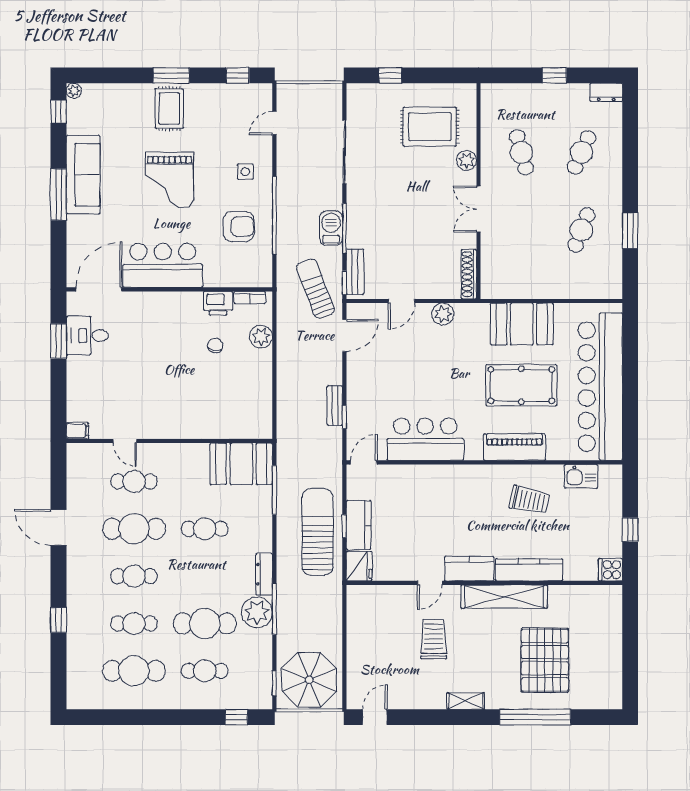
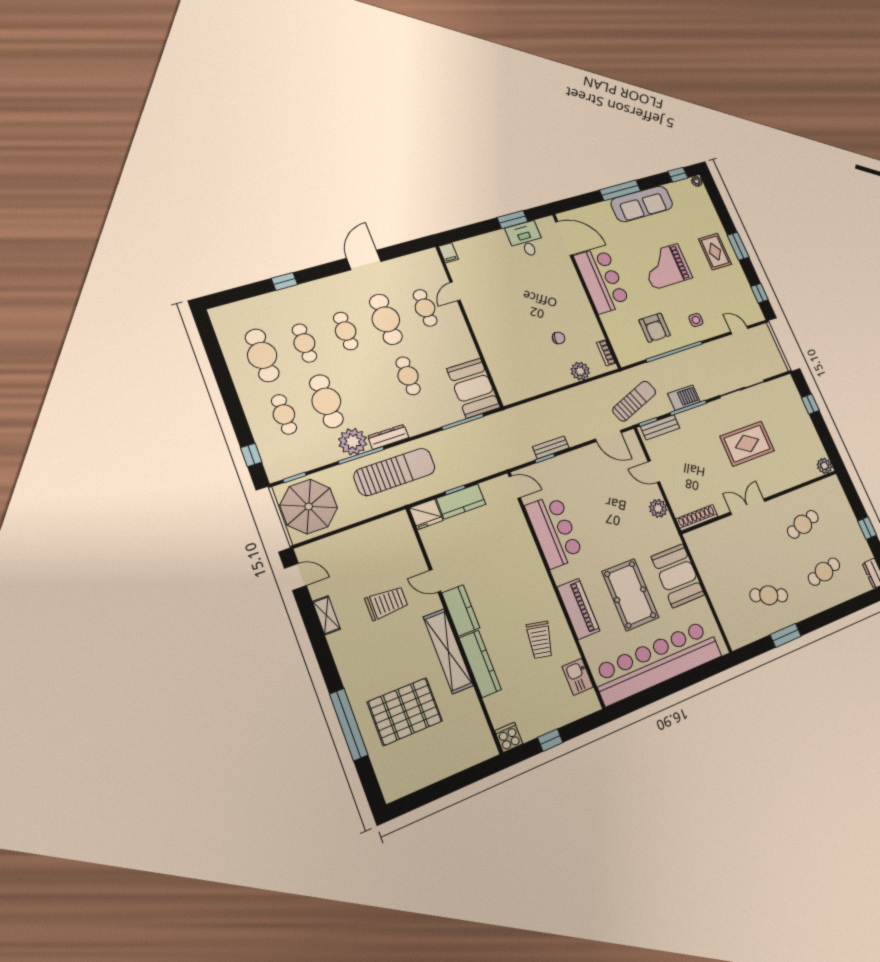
rug: (169, 109) -> (715, 252), turned 90
rug: (430, 127) -> (747, 444), moved, turned 90
cafe table: (581, 152) -> (824, 572), turned -36
plant: (467, 160) -> (824, 466), moved
printer: (218, 303) -> (591, 330), removed
sun lounger: (318, 532) -> (395, 472), moved
shelving: (466, 701) -> (326, 615), moved

